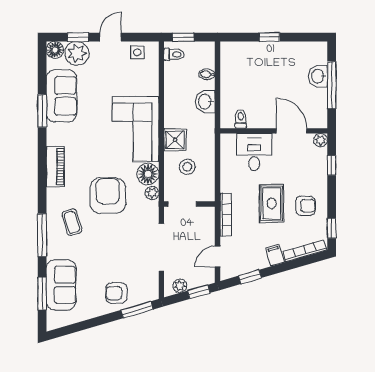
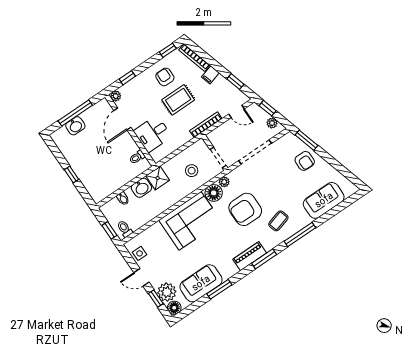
shower: (175, 140) -> (158, 178), moved
window: (42, 294) -> (264, 259), moved

